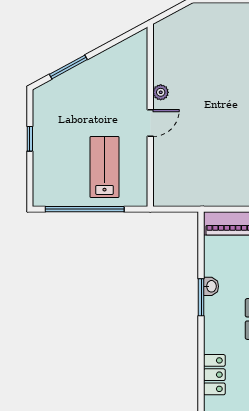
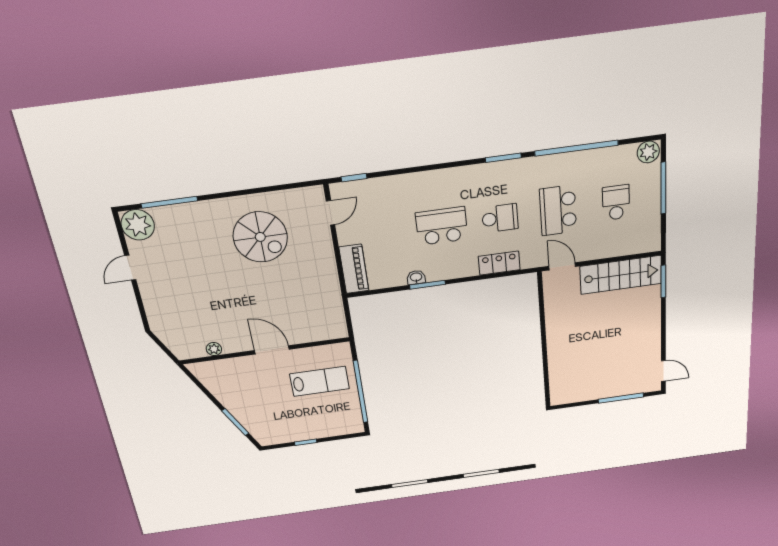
plant: (161, 92) -> (214, 349), moved
door: (150, 123) -> (272, 350), width x1.38
lab bench: (104, 167) -> (320, 381), turned 180

